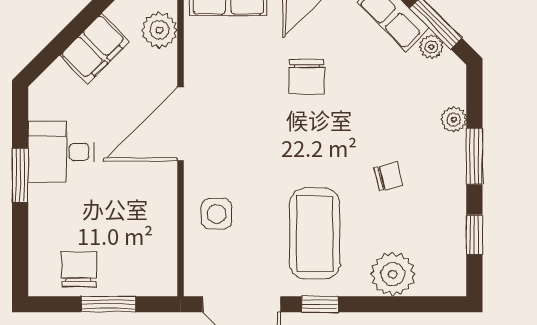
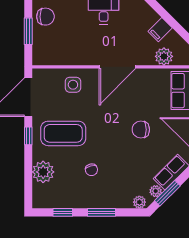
filing cabinet: (95, 48) -> (160, 30), width x0.50
plant: (454, 119) -> (139, 202), moved
door: (181, 124) -> (117, 67), swing flipped

